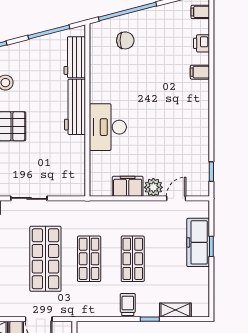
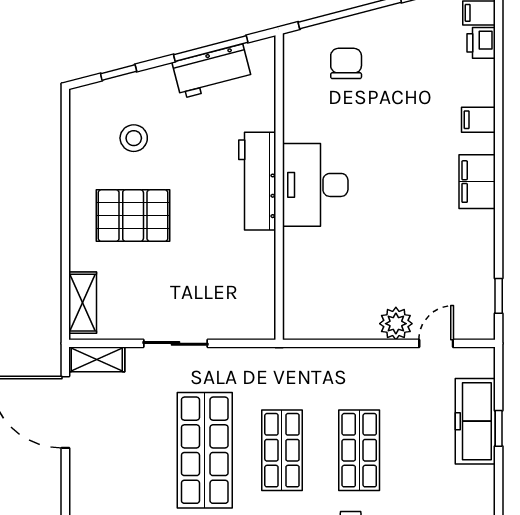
chair: (125, 40) -> (346, 63), turned -90
printer: (202, 43) -> (481, 43), moved
workbench: (75, 57) -> (212, 71), moved, turned -105
desk: (108, 127) -> (315, 185), moved
filing cabinet: (128, 186) -> (477, 182), moved, turned -90

